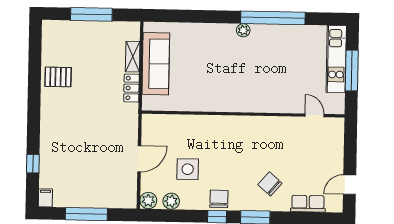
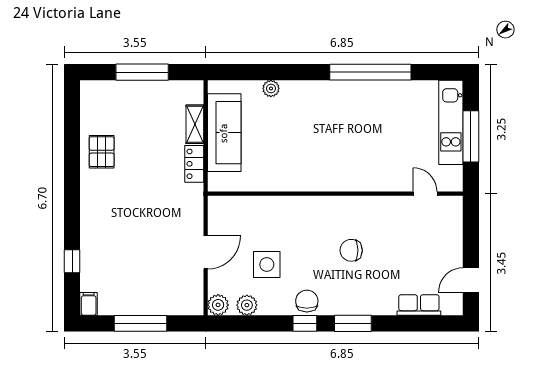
plant: (243, 30) -> (271, 88), moved
pallet: (58, 77) -> (102, 152), turned 90
chair: (270, 184) -> (351, 250), moved, turned -41

